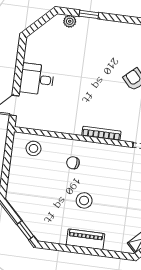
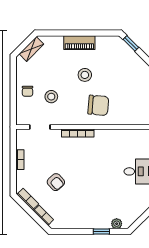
stool: (34, 148) -> (51, 97), moved
chair: (73, 163) -> (98, 105), width x1.87, depth x1.87

